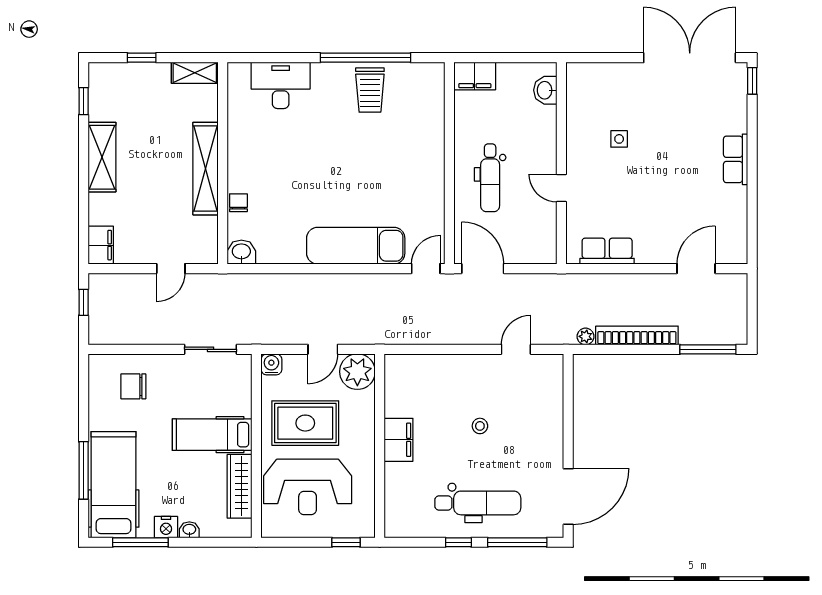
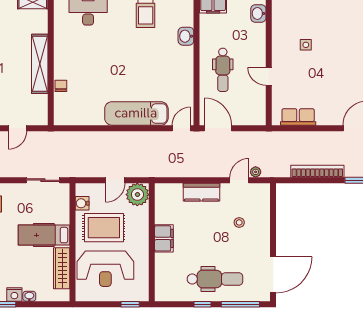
washbasin: (241, 252) -> (186, 36), moved, turned -90
plant: (586, 336) -> (256, 172), moved
water cooler: (271, 364) -> (82, 203), moved, turned -90
kitchen counter: (457, 368) -> (201, 192), added
stool: (480, 426) -> (239, 222), moved

